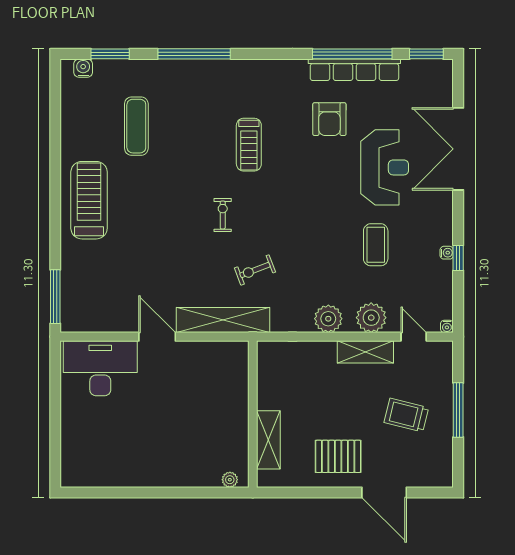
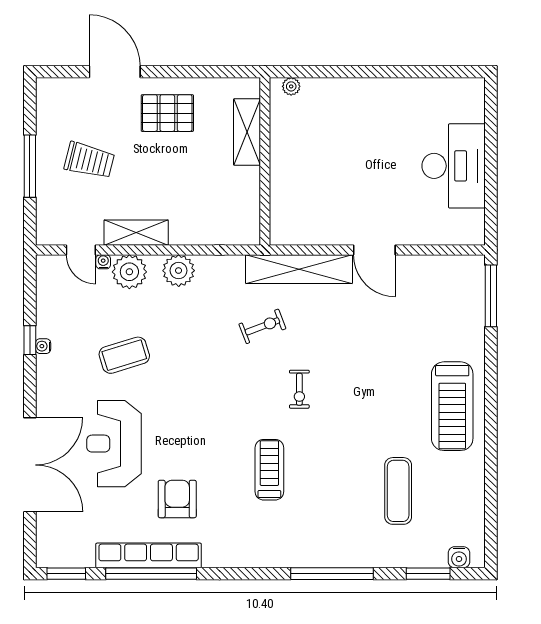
coffee table: (376, 245) -> (124, 355), turned 73
water cooler: (447, 326) -> (103, 262), moved
desk: (100, 368) -> (454, 166), moved, turned -90

